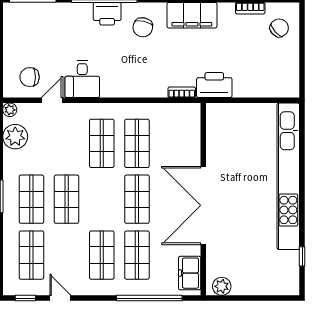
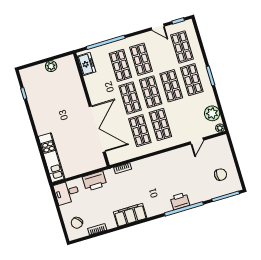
chair: (143, 27) -> (157, 199), removed
chair: (30, 77) -> (221, 175), moved
desk: (82, 79) -> (67, 192), moved, turned -90
printer: (214, 85) -> (95, 181), moved
kitchen unit: (288, 176) -> (52, 158), width x0.54
shop shelf: (102, 199) -> (151, 92), added
double door: (203, 205) -> (97, 129), moved
plant: (222, 286) -> (51, 66), moved

